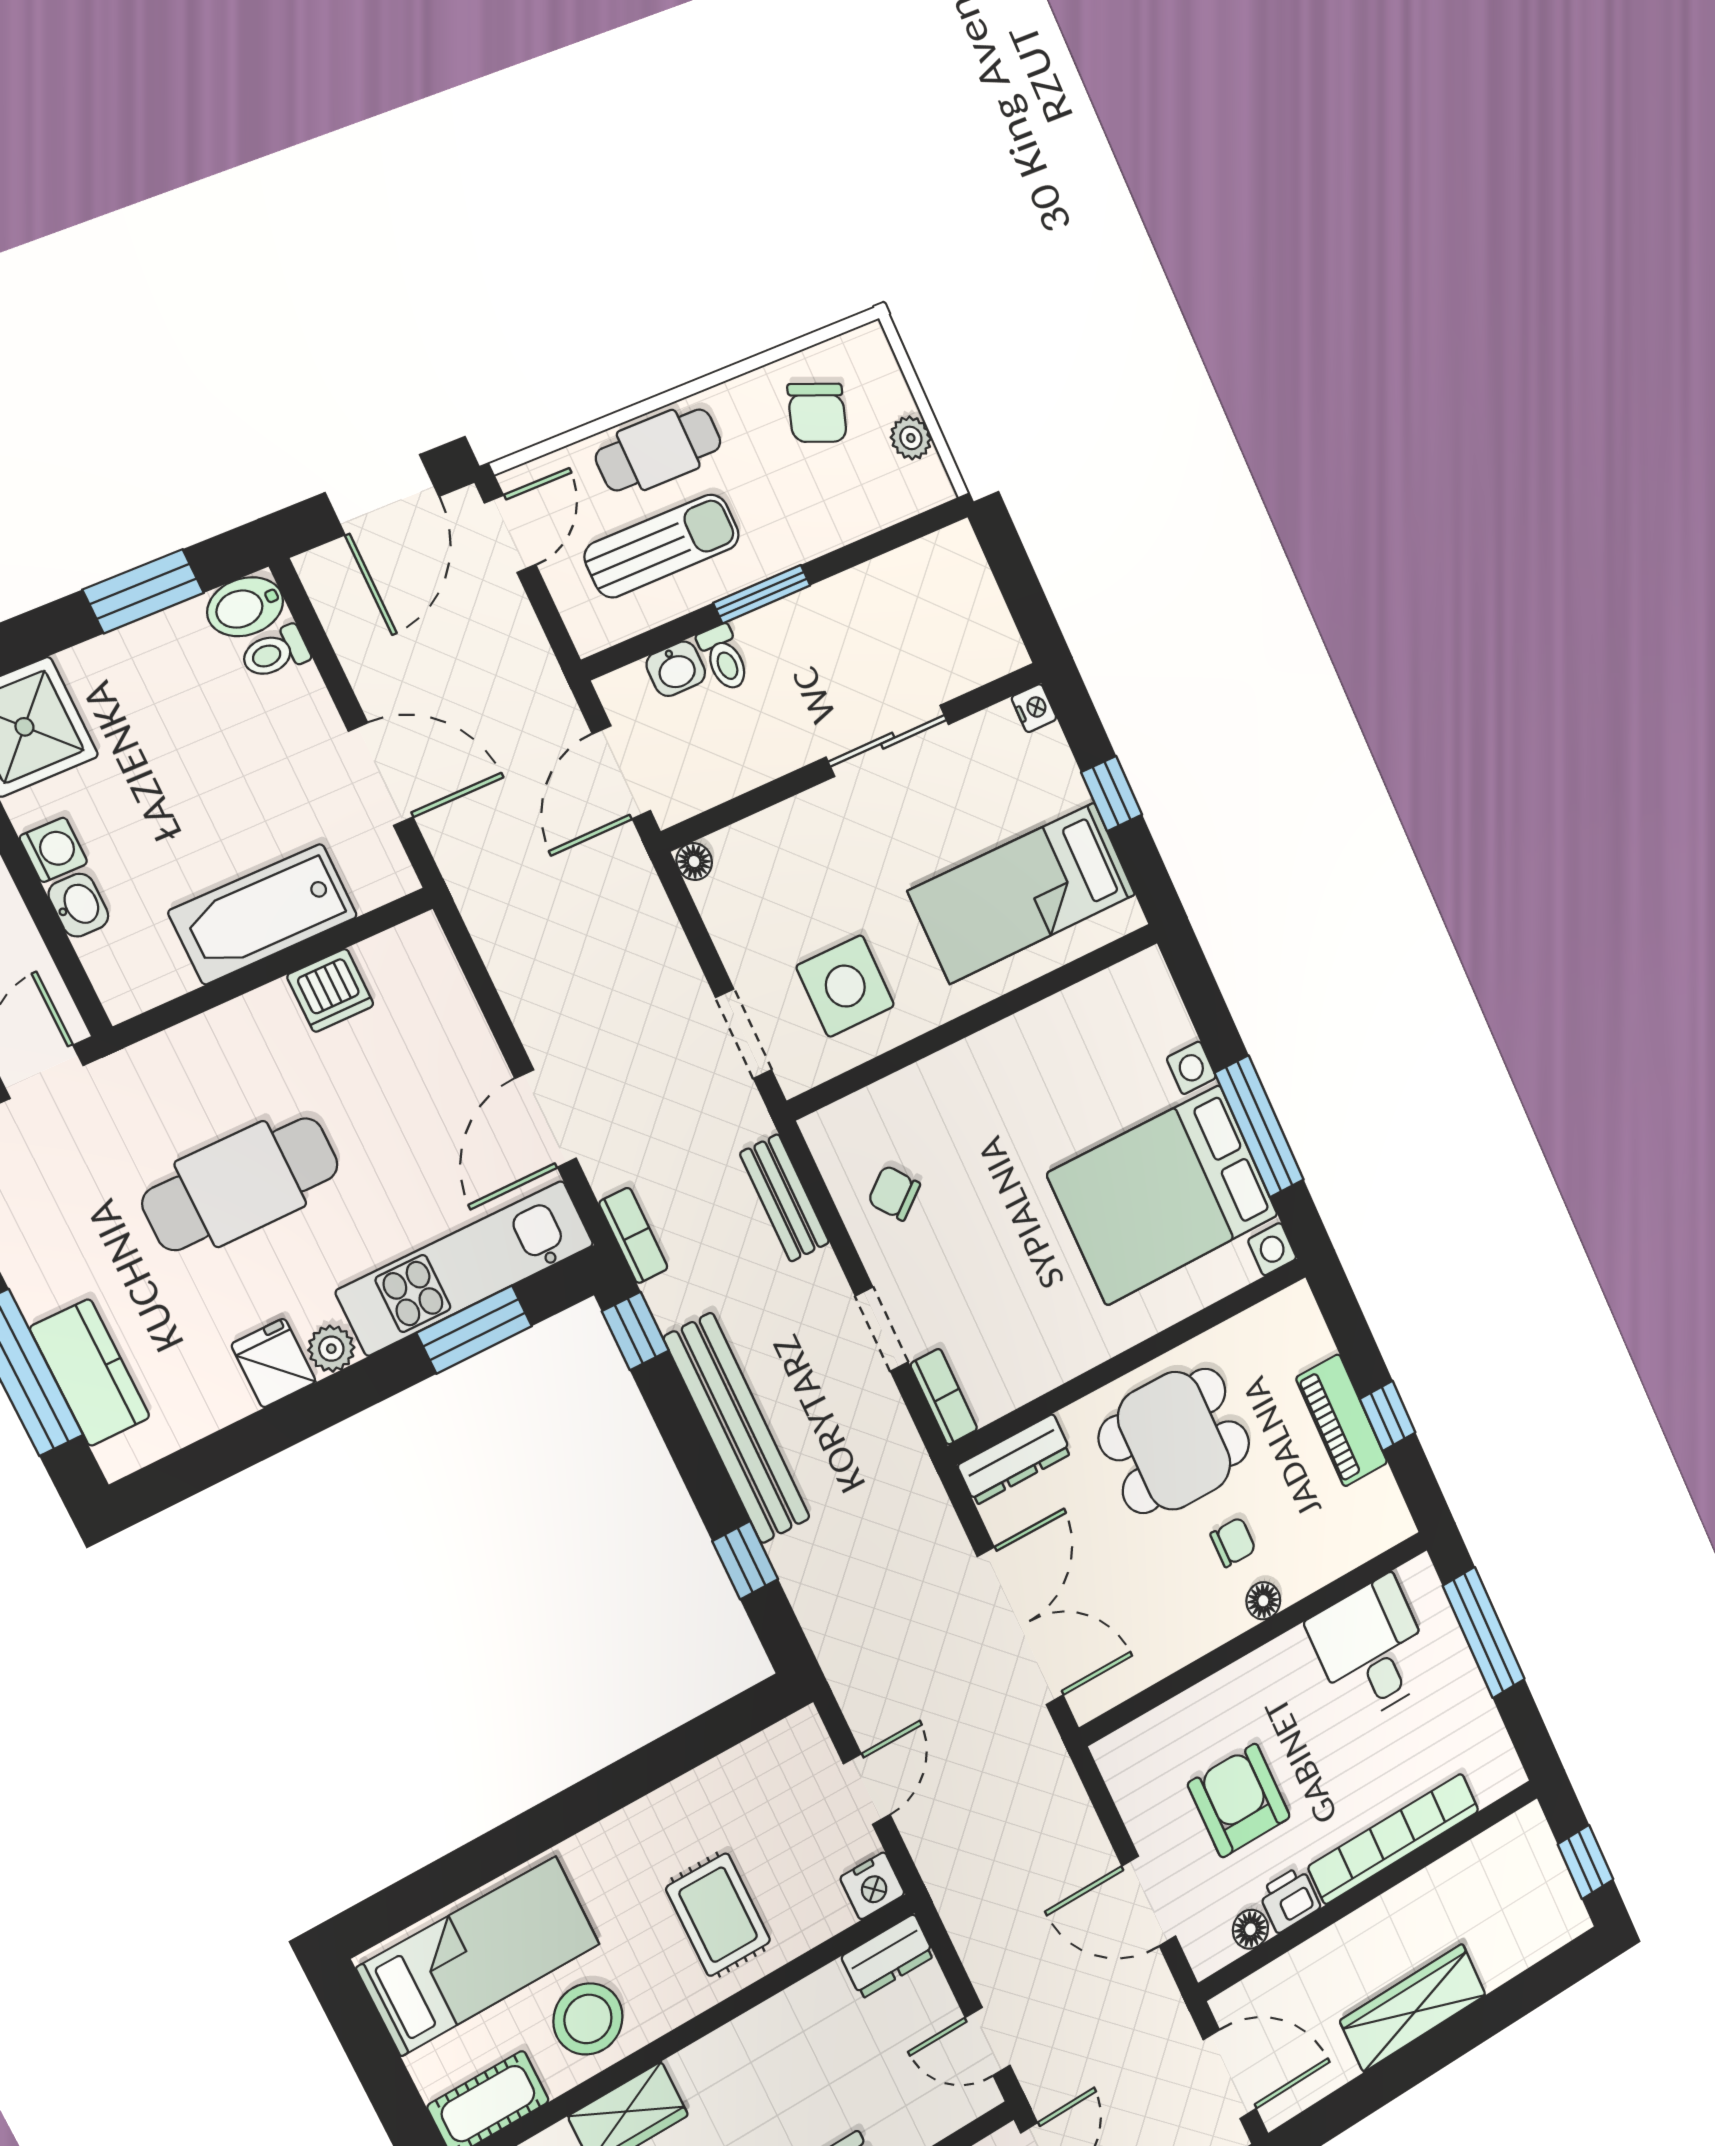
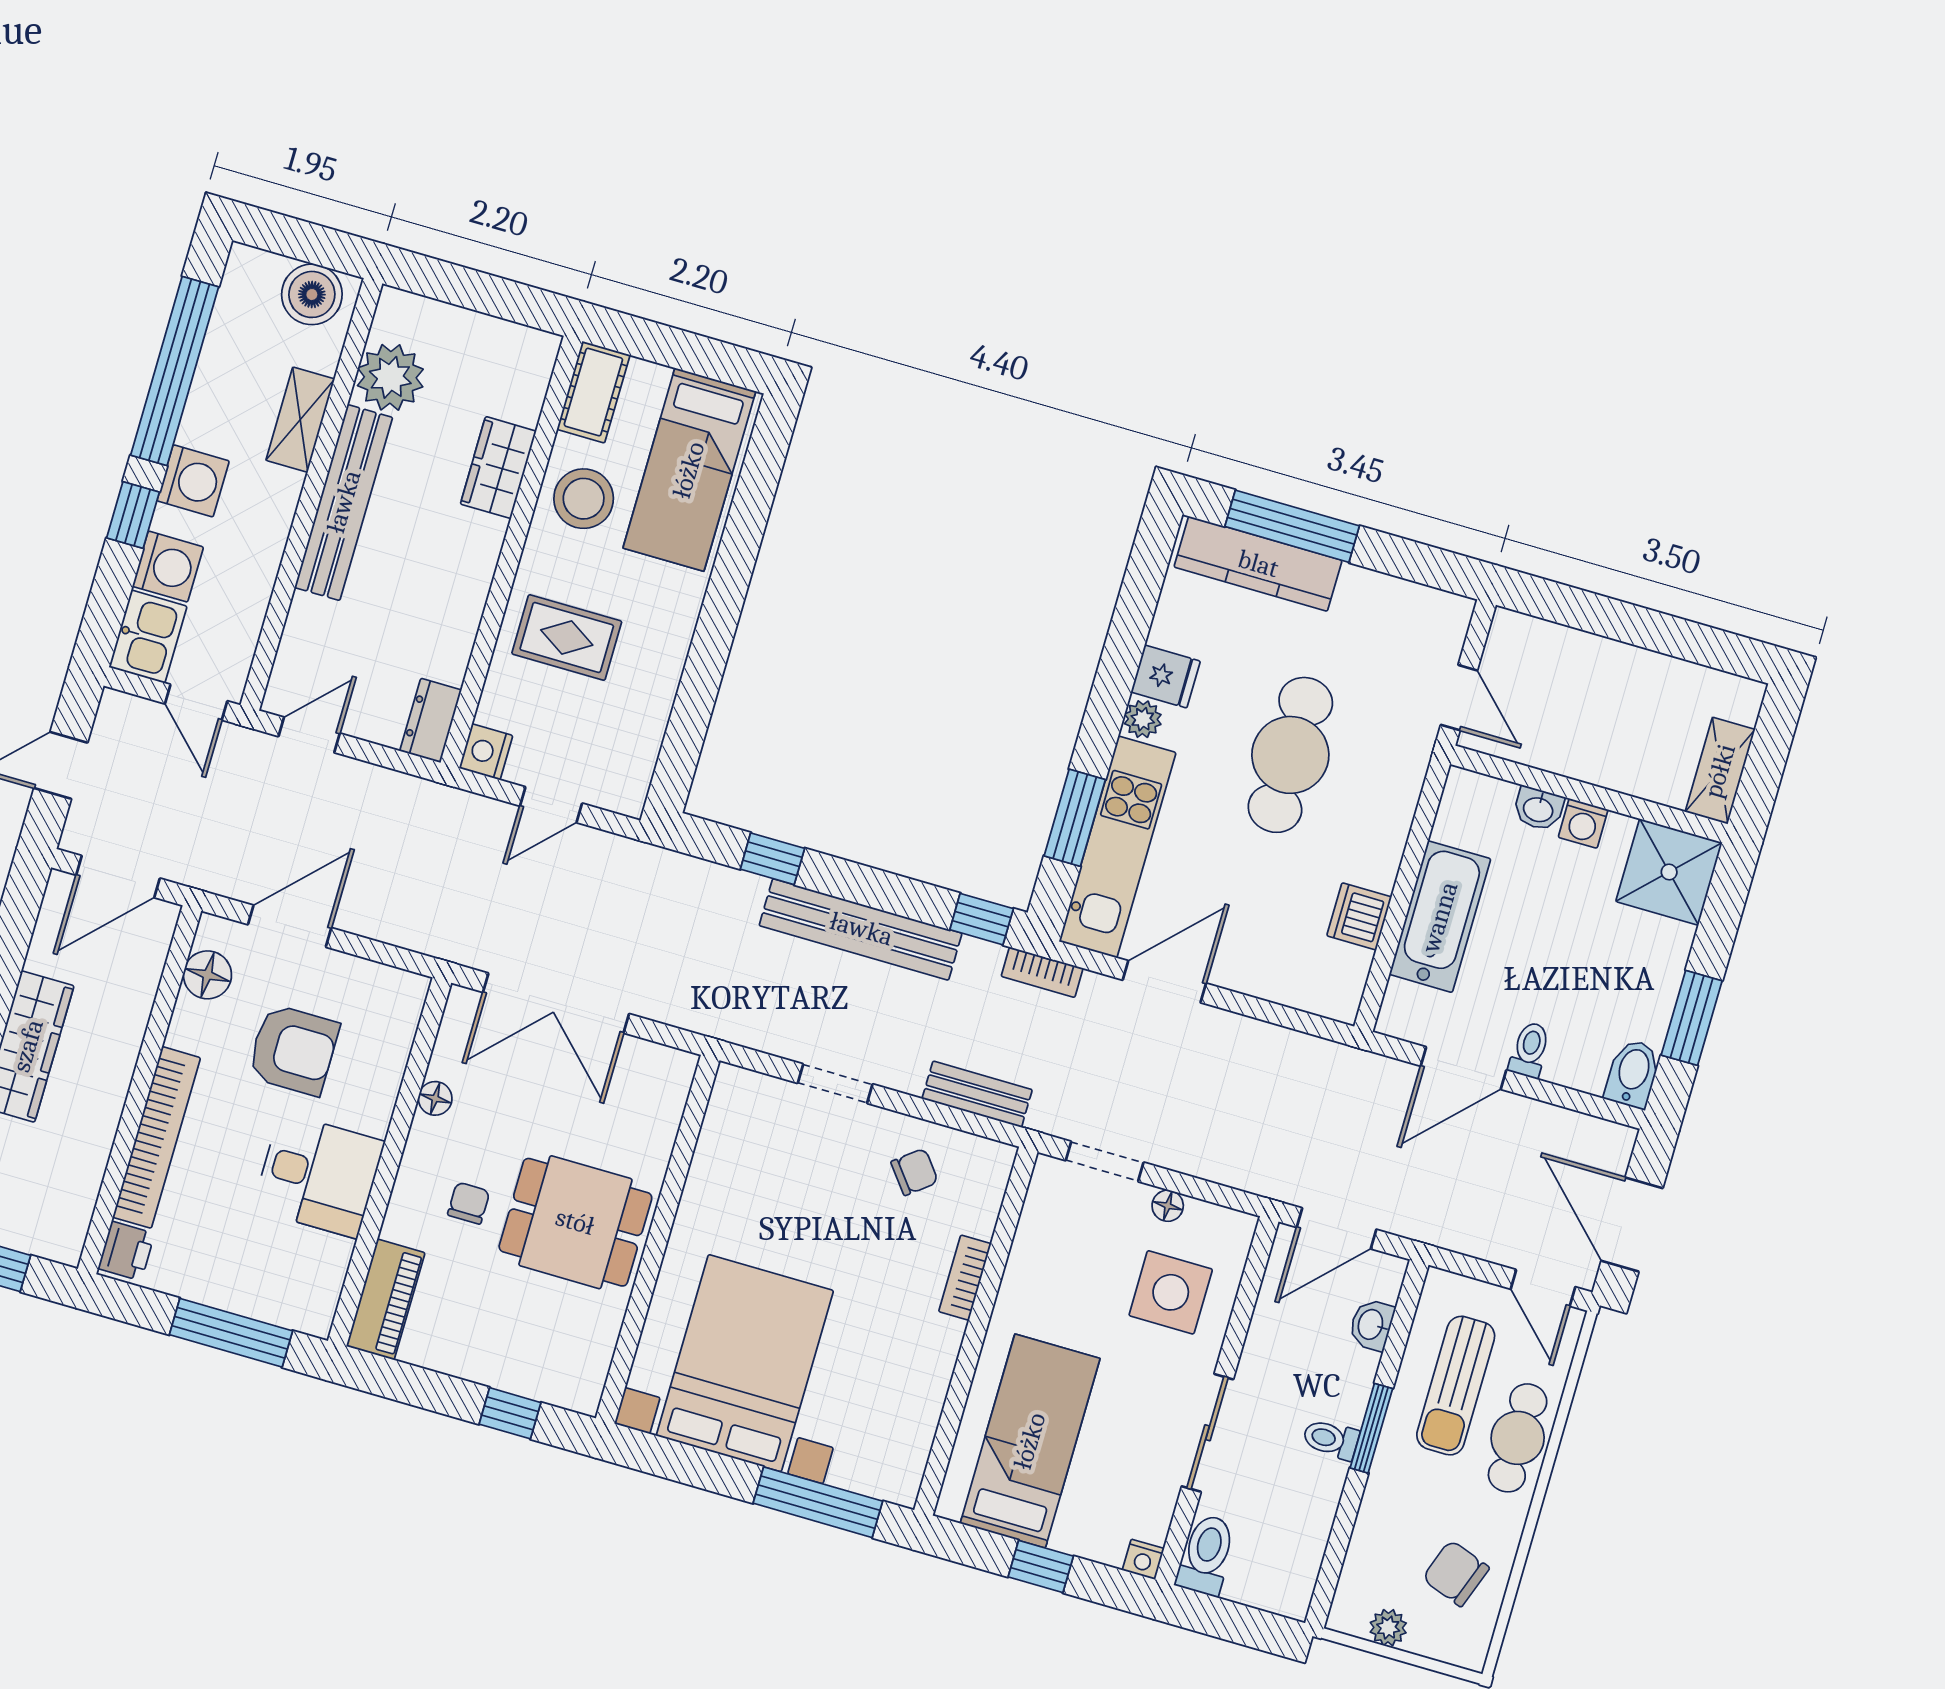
toilet: (275, 652) -> (1530, 1050), moved
toilet: (985, 655) -> (1206, 1555), added
toilet: (724, 658) -> (1331, 1439), moved
door: (622, 772) -> (1337, 1228), swing flipped
floor lamp: (694, 861) -> (1168, 1206), moved
side table: (845, 986) -> (1171, 1292), moved
door: (546, 1118) -> (1164, 982), hinge flipped
window: (1259, 1126) -> (818, 1502), moved
kitchen counter: (90, 1372) -> (1258, 564), width x1.50
bookcase: (944, 1397) -> (965, 1278), moved, turned 90
window: (1388, 1416) -> (510, 1413), moved
piano: (1342, 1420) -> (386, 1300), moved, turned 90
dining table: (1174, 1441) -> (575, 1222), turned 90
dresser: (1015, 1459) -> (668, 1098), removed
chair: (1233, 1542) -> (469, 1203), turned 180
floor lamp: (1263, 1601) -> (435, 1098), moved
desk: (1372, 1649) -> (319, 1175), moved
door: (867, 1789) -> (551, 805), hinge flipped
printer: (1289, 1899) -> (126, 1251), moved
floor lamp: (1250, 1929) -> (207, 975), width x1.37, depth x1.37

